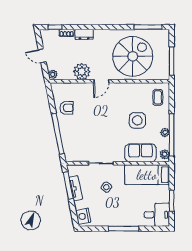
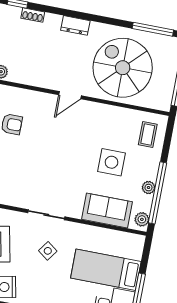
dresser: (84, 34) -> (75, 25), moved
spiral stairs: (133, 56) -> (123, 68), turned -90
plant: (82, 72) -> (44, 76), removed
bed: (147, 175) -> (106, 270), moved

